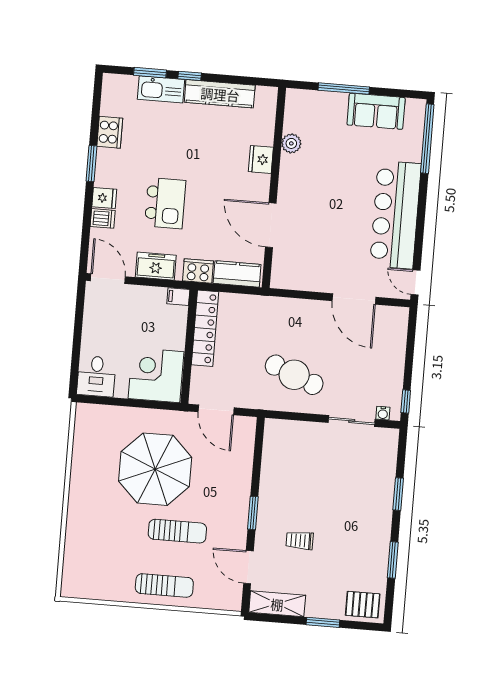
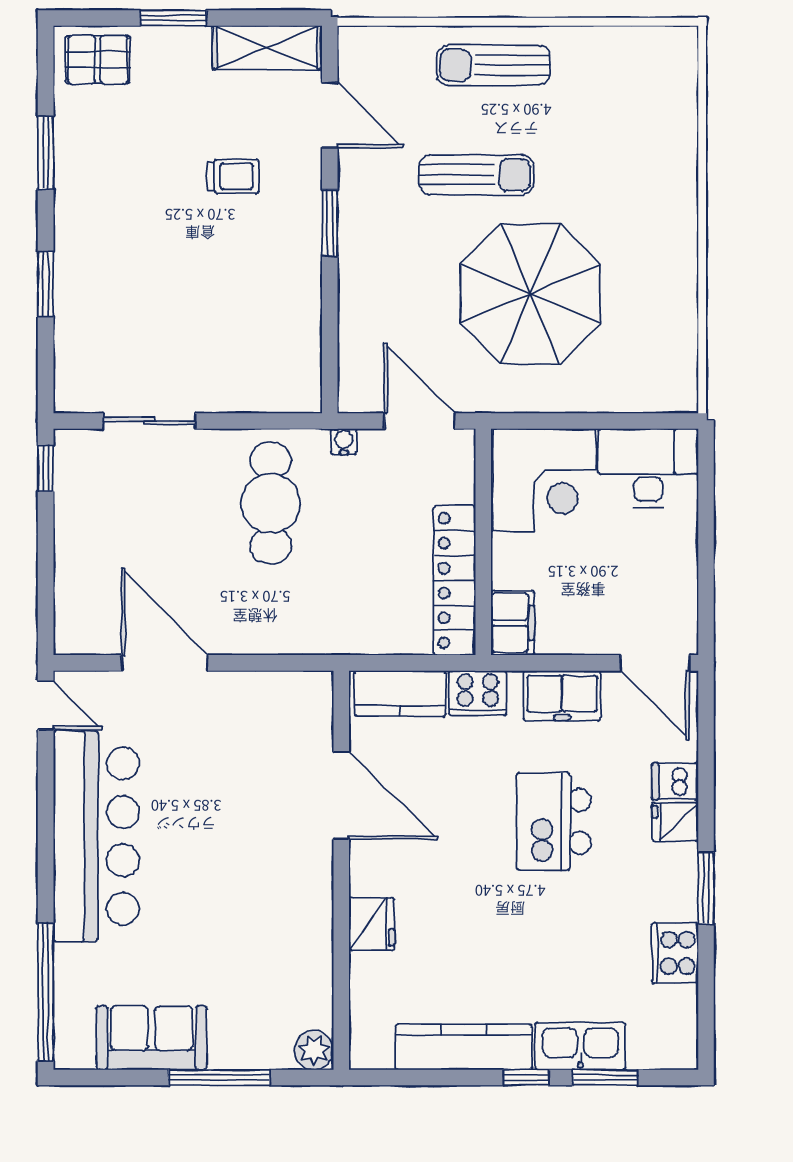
plant: (291, 143) -> (314, 1050), moved
filing cabinet: (178, 297) -> (513, 623), width x2.00
cafe table: (294, 375) -> (271, 503), turned 68
desk: (96, 376) -> (648, 468), width x1.37
water cooler: (383, 413) -> (344, 442), moved
sun lounger: (177, 531) -> (476, 175), turned 180

